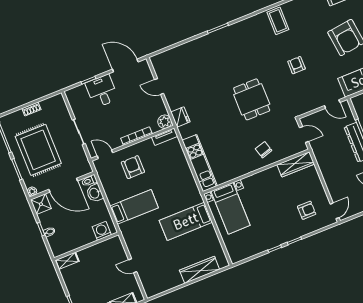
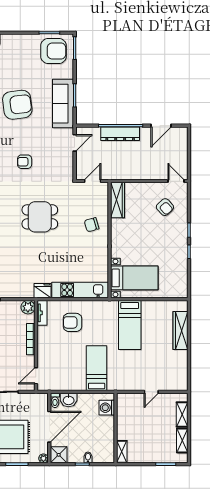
fridge: (180, 117) -> (43, 291), moved
armchair: (133, 167) -> (72, 322), moved
armchair: (307, 210) -> (165, 207), turned 137

